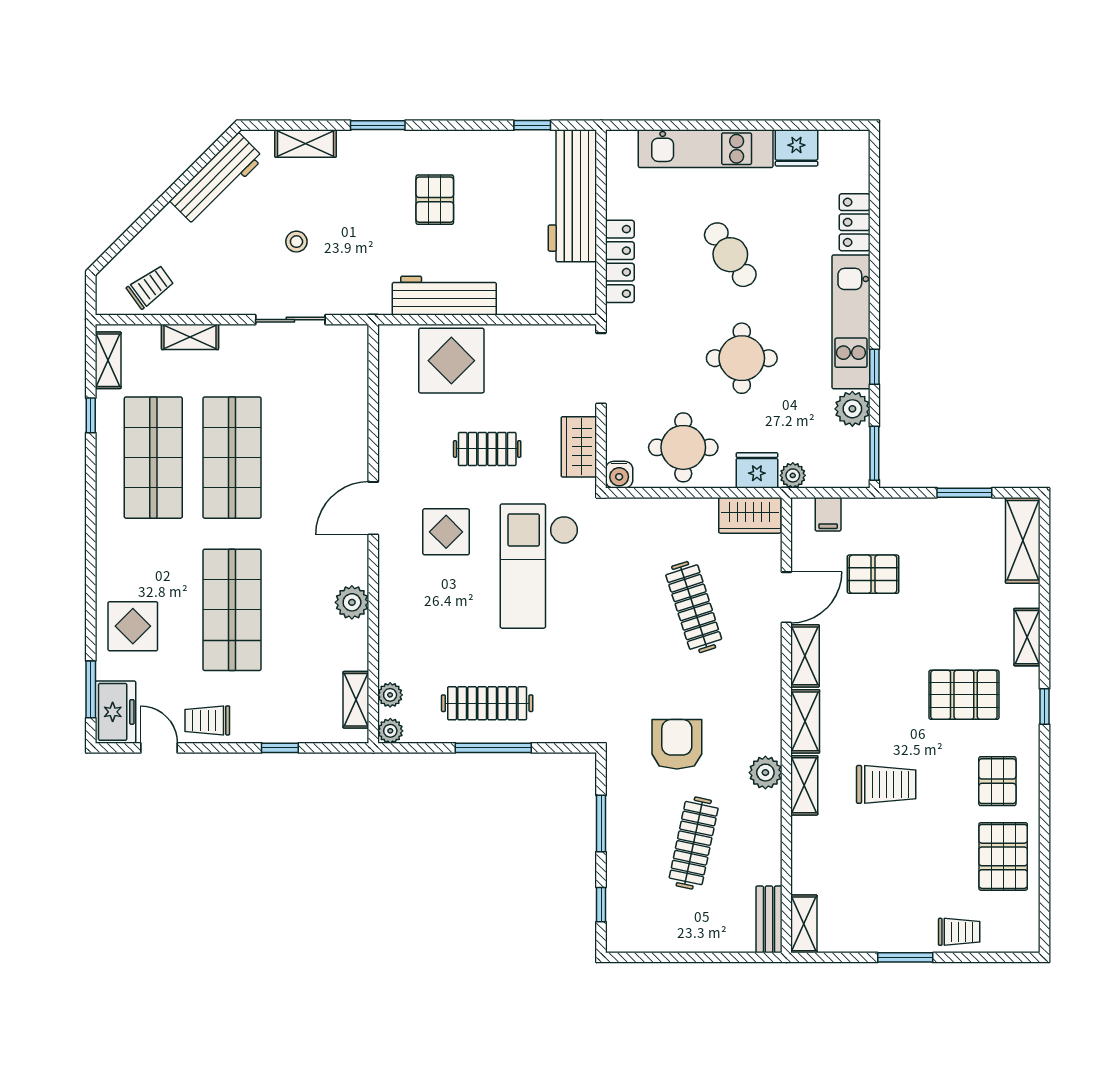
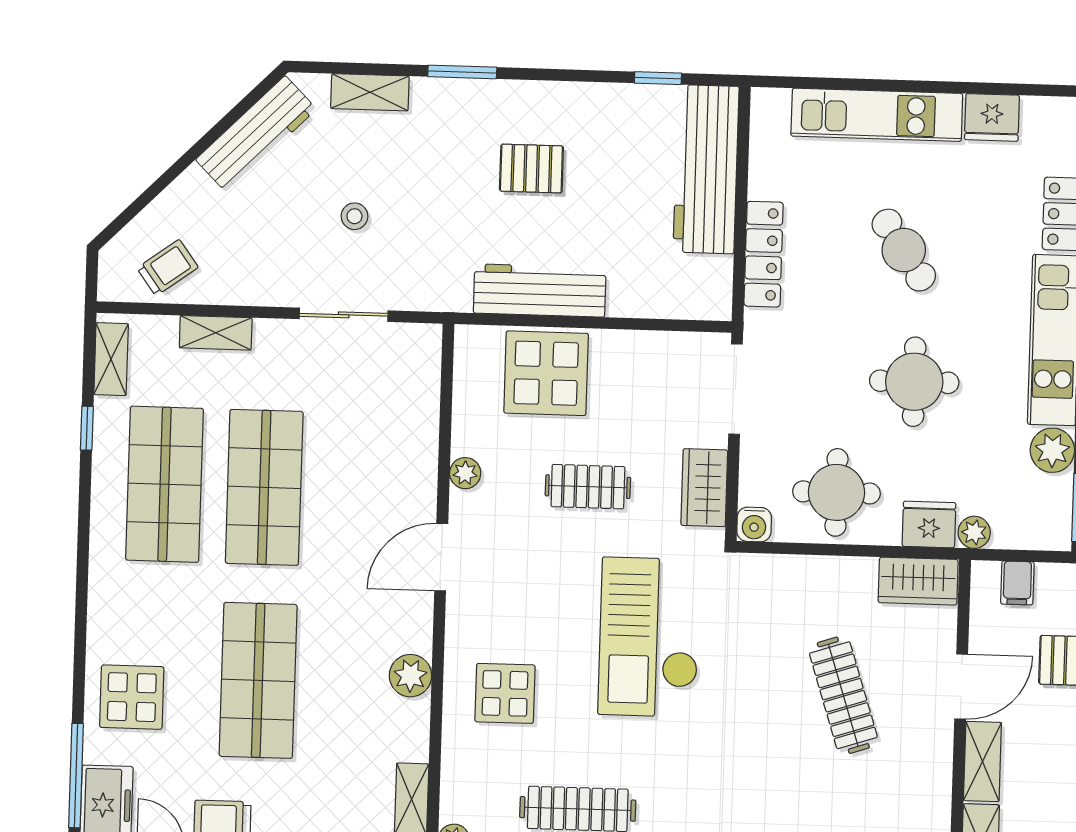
pallet: (435, 200) -> (531, 169), turned 90
display table: (446, 532) -> (505, 693), moved
window: (91, 689) -> (76, 776), width x1.44
plant: (390, 695) -> (465, 473), moved

